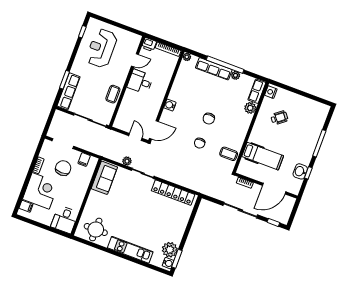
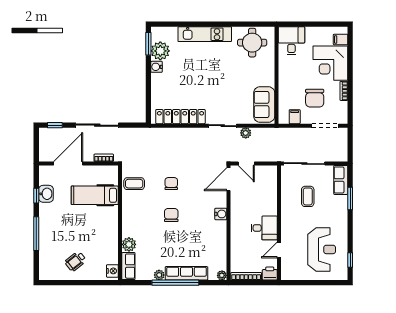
row of seats: (69, 91) -> (341, 180), width x0.68
coffee table: (113, 94) -> (308, 196), moved
wheelchair: (279, 118) -> (76, 261), moved
water cooler: (168, 263) -> (157, 67), moved

